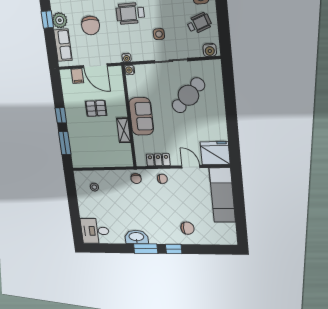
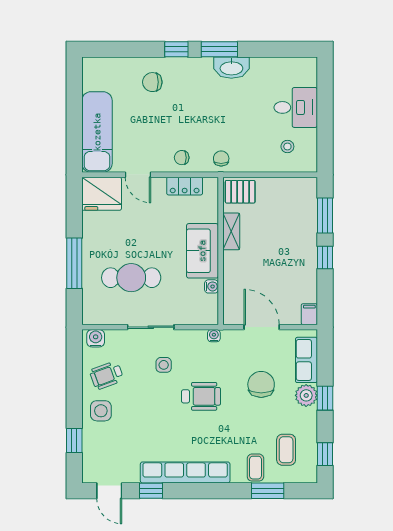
water cooler: (130, 70) -> (211, 286), moved
filing cabinet: (77, 76) -> (309, 314), moved
cafe table: (188, 95) -> (131, 278), turned 45
window: (230, 104) -> (74, 263), added
pallet: (96, 108) -> (240, 192), moved
desk: (95, 231) -> (296, 107), moved

